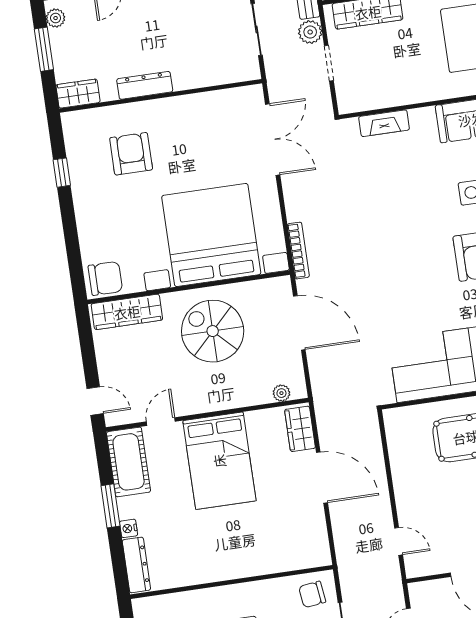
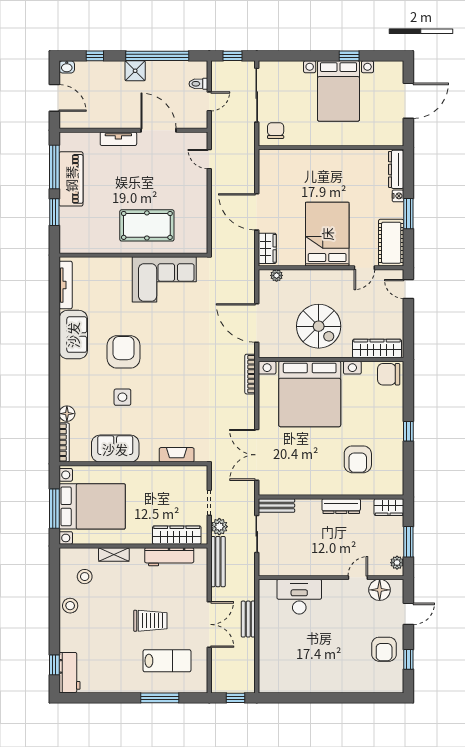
bench: (235, 73) -> (276, 506), added
window: (62, 173) -> (408, 431), moved
chair: (312, 594) -> (276, 131), turned -83

